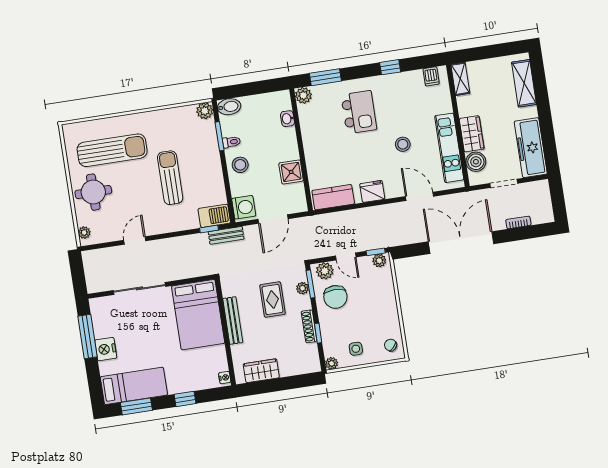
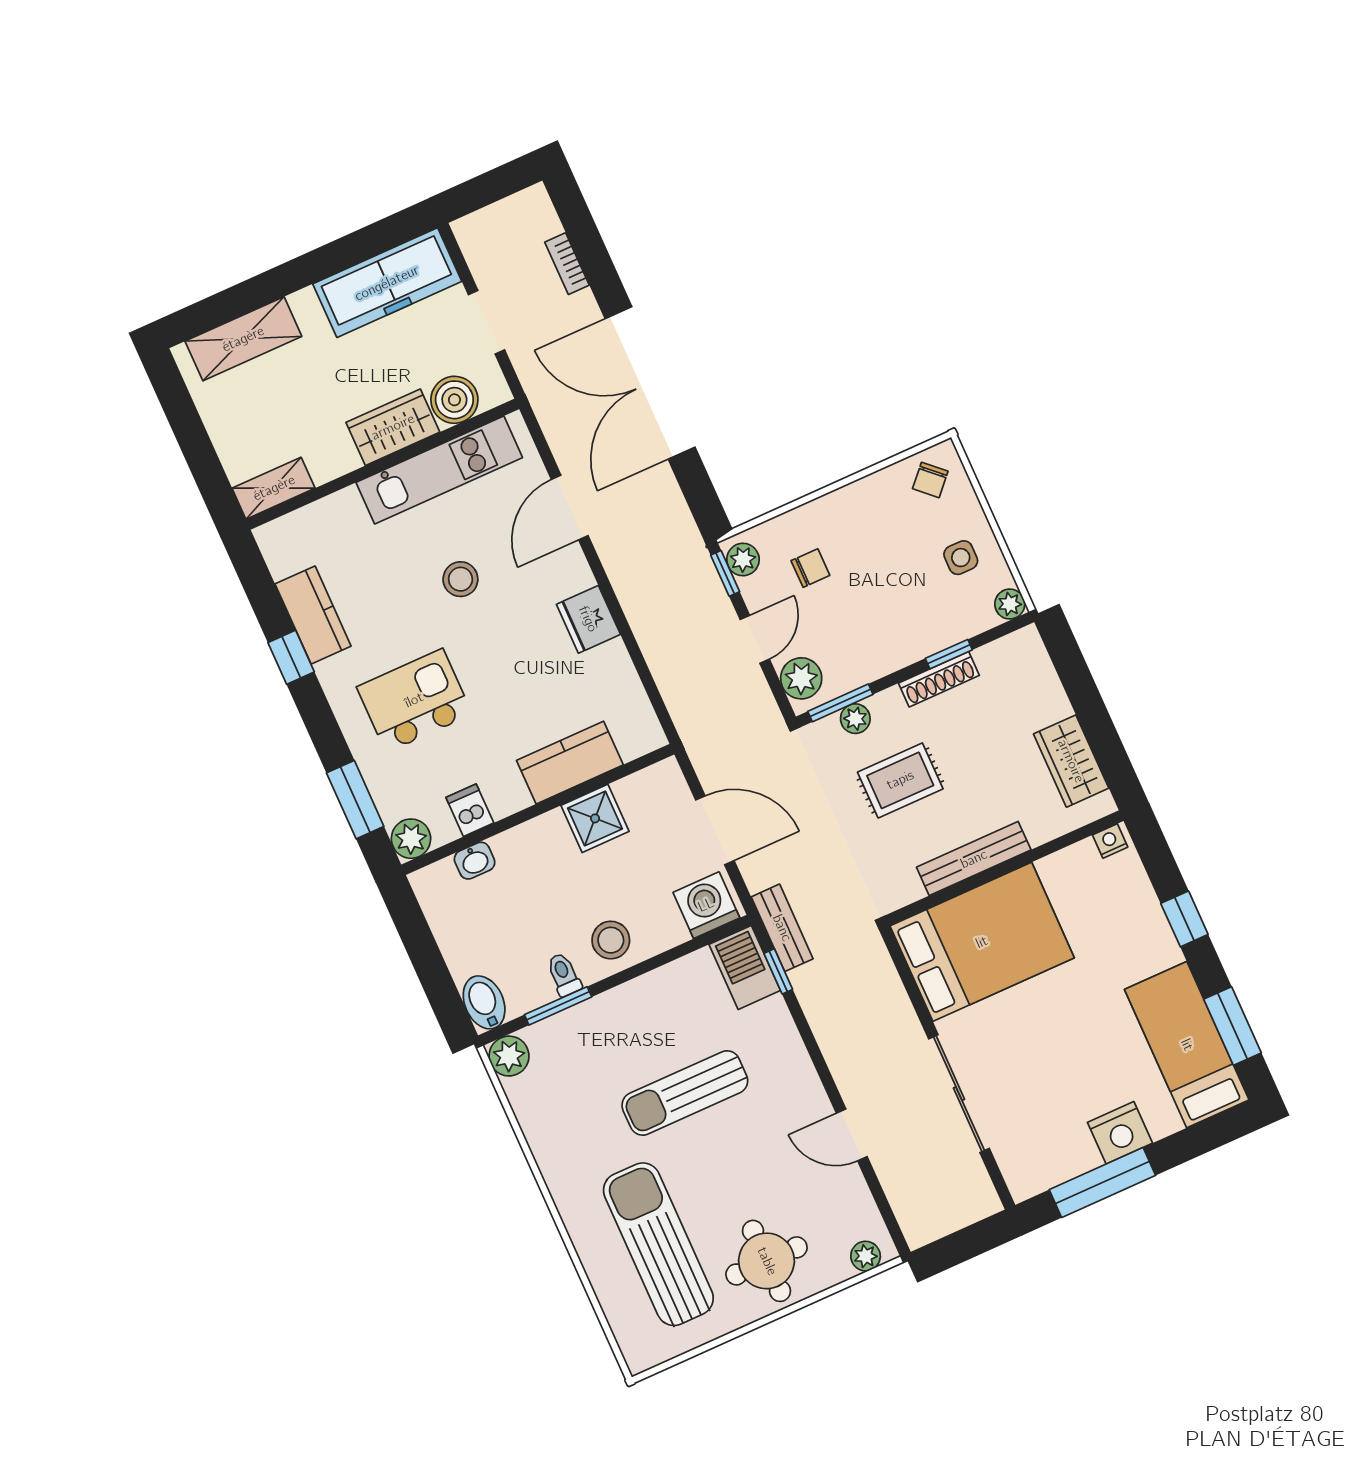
dishwasher: (431, 76) -> (470, 810), moved, turned -90
kitchen counter: (405, 81) -> (313, 615), added
kitchen counter: (333, 197) -> (570, 763), moved, turned 90
chair: (335, 297) -> (810, 568), moved, width x0.54, depth x0.54

